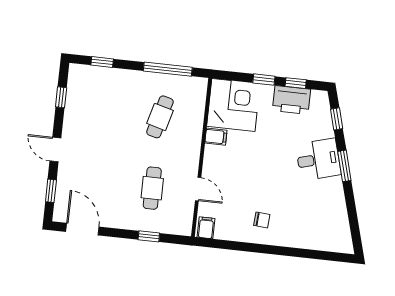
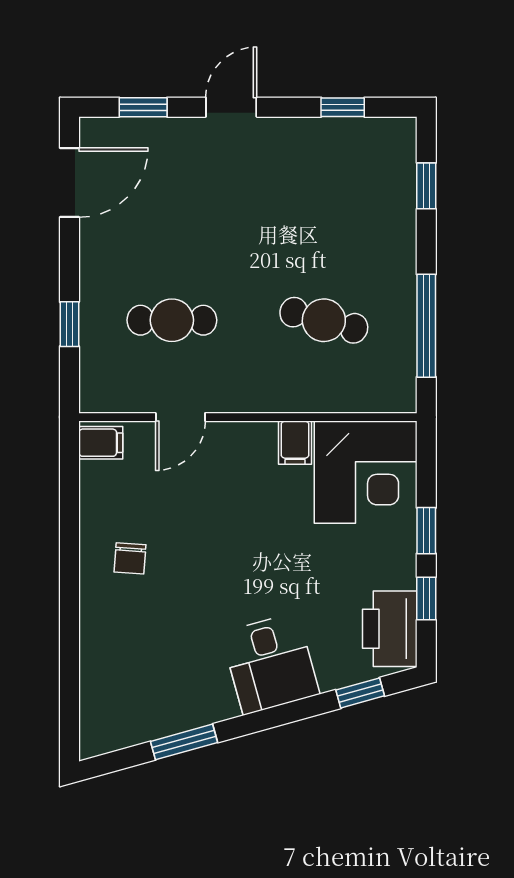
printer: (292, 100) -> (390, 629), moved
window: (344, 166) -> (184, 742), moved

